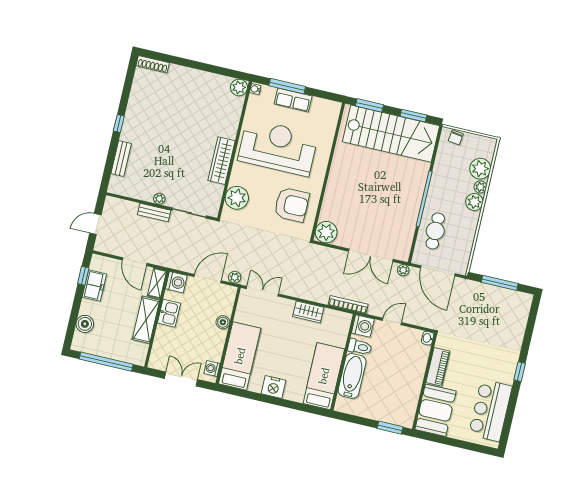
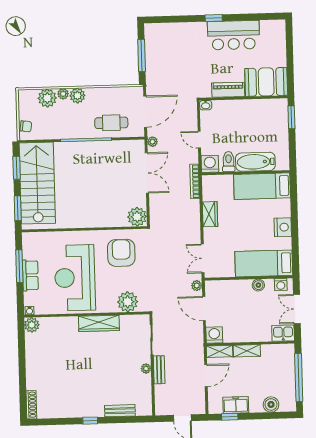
window: (287, 86) -> (19, 266), moved
kitchen sink: (169, 313) -> (283, 333), moved
shelving: (146, 320) -> (247, 351), width x0.67, depth x0.75
boiler: (223, 322) -> (258, 285), moved
bar counter: (490, 410) -> (234, 35), moved

